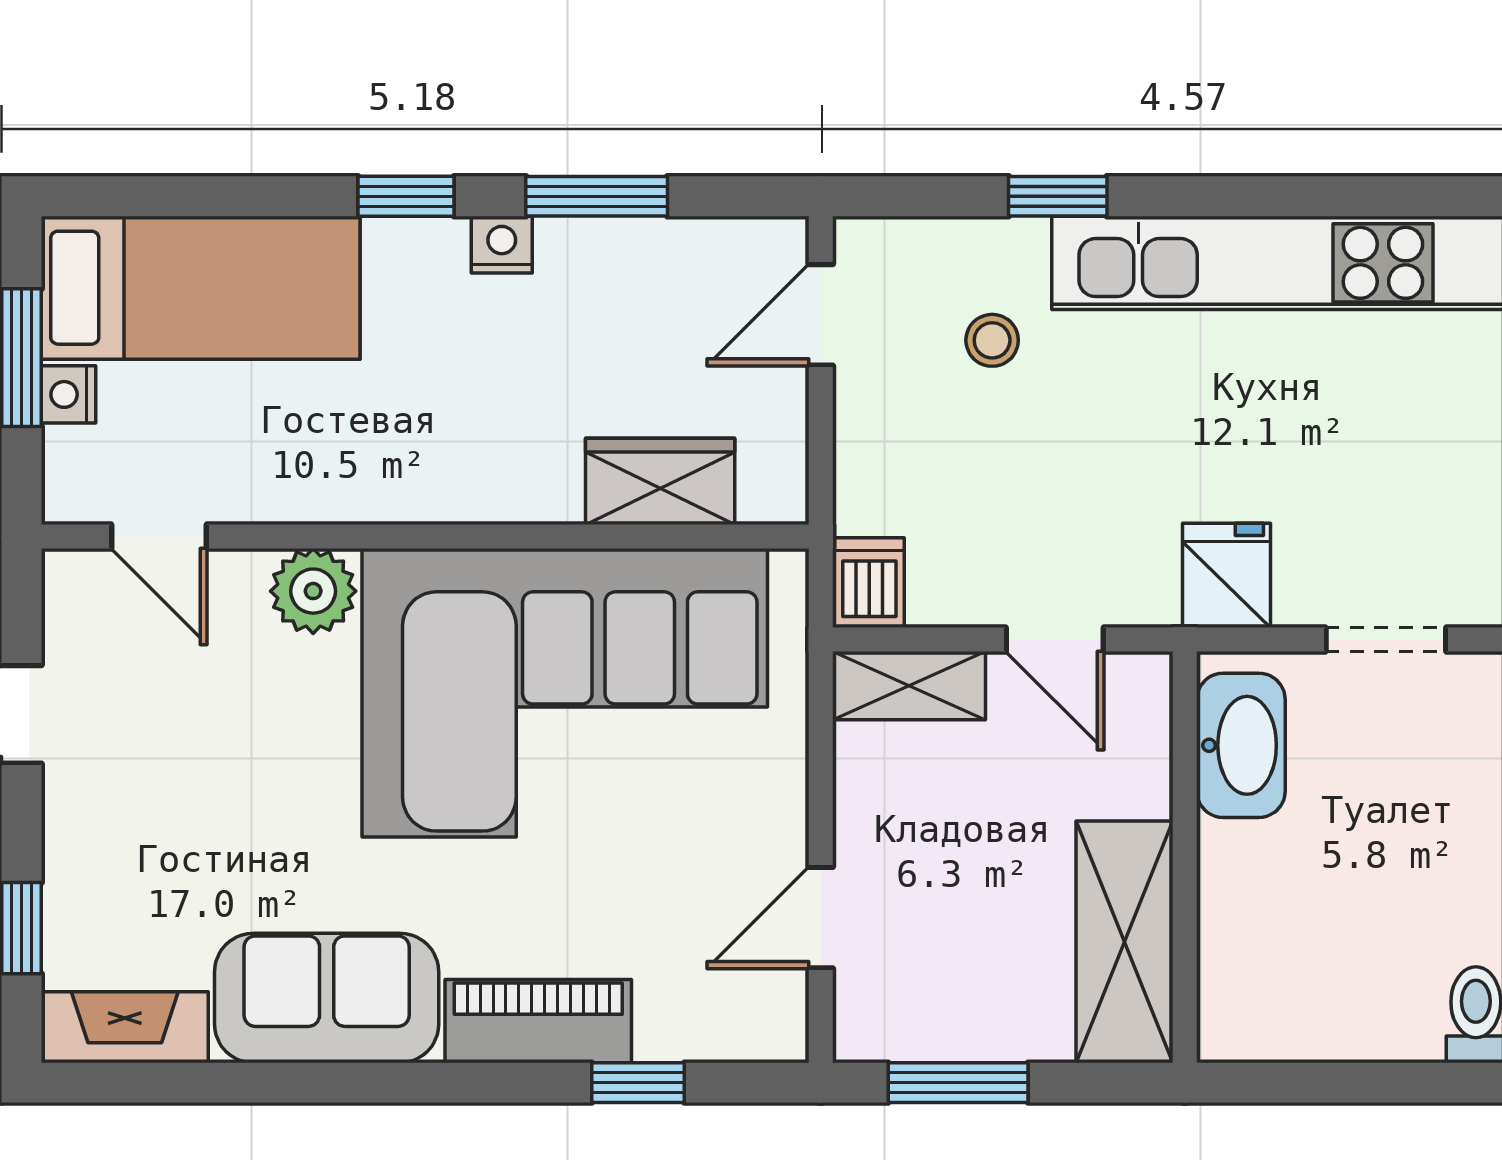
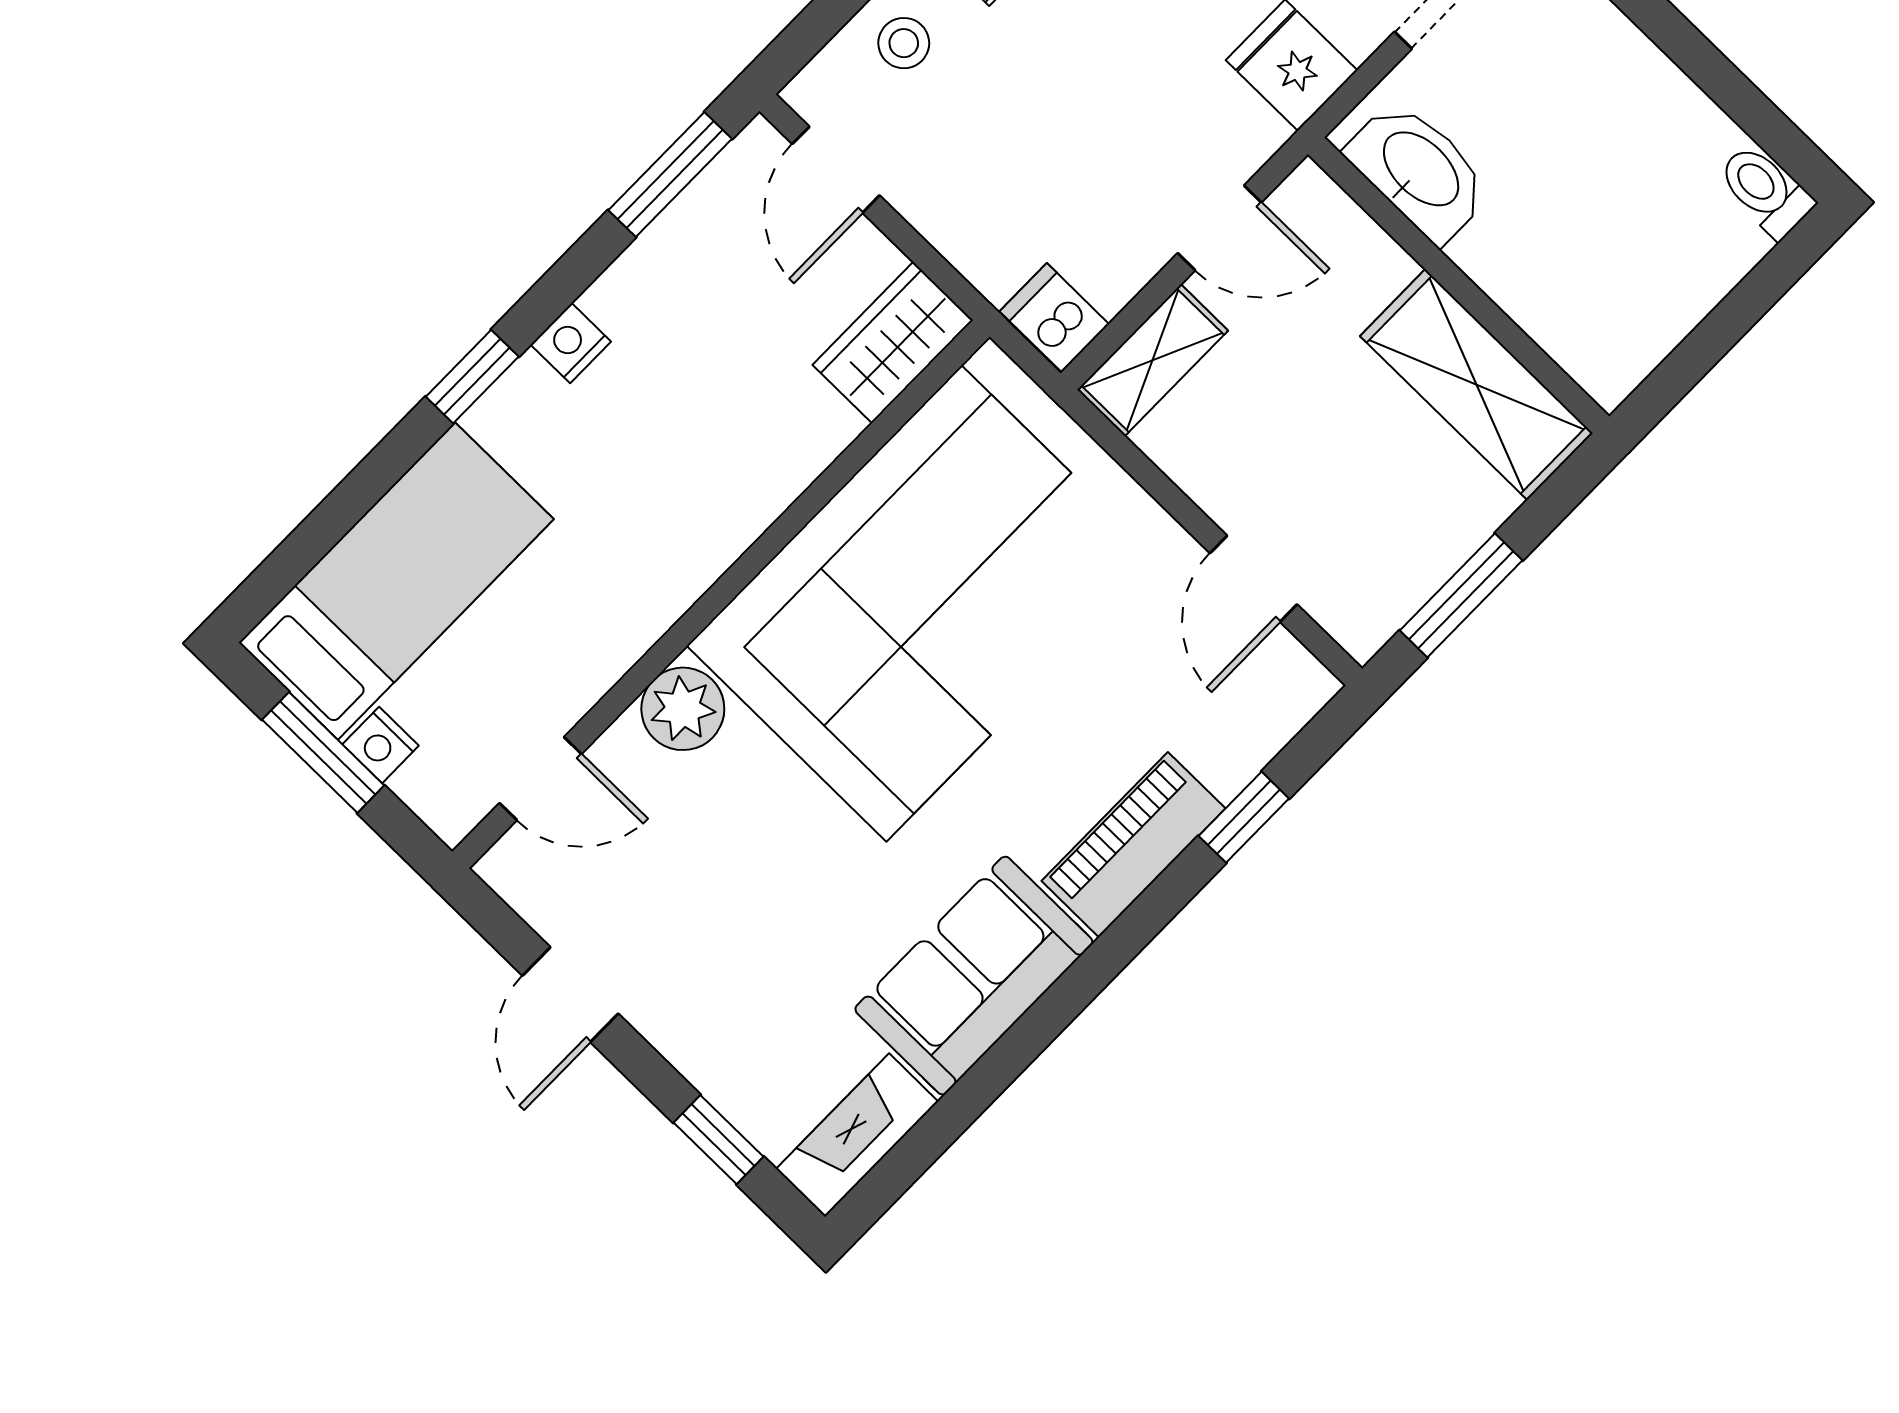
window: (597, 196) -> (670, 175), moved
stool: (992, 340) -> (904, 43), moved
wardrobe: (660, 481) -> (893, 343), moved

